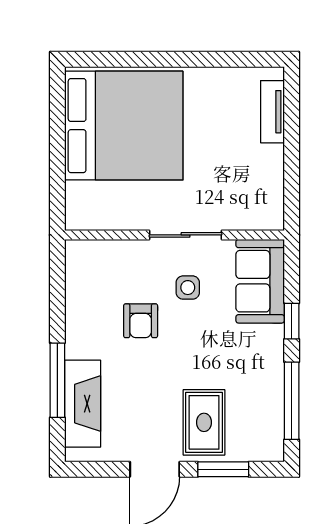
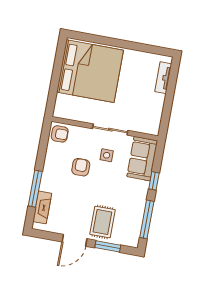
armchair: (86, 262) -> (60, 134), added
armchair: (141, 321) -> (81, 167), turned 180
fireplace: (83, 404) -> (42, 207), width x0.73, depth x0.76

